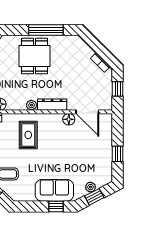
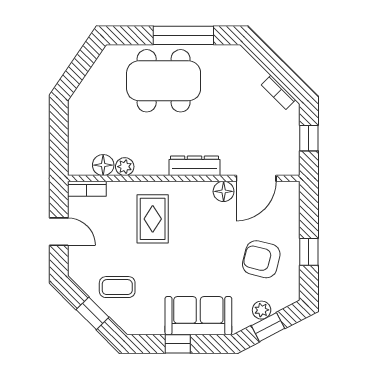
dining table: (35, 56) -> (164, 81), width x1.38
plant: (31, 105) -> (125, 167), moved
door: (87, 112) -> (256, 178), hinge flipped
armchair: (90, 158) -> (261, 259), added
window: (56, 206) -> (178, 344), moved

